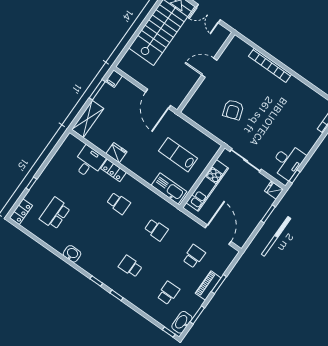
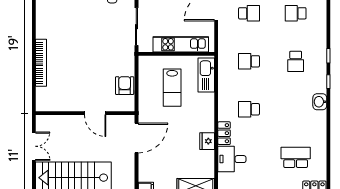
door: (209, 68) -> (95, 113), moved
armchair: (233, 110) -> (125, 86), moved, turned -71
school desk: (118, 203) -> (249, 109), turned -90
school desk: (55, 213) -> (296, 157), turned 180
school desk: (156, 230) -> (249, 61), turned -90
washbasin: (72, 254) -> (320, 102), moved
school desk: (194, 256) -> (249, 13), turned 180

